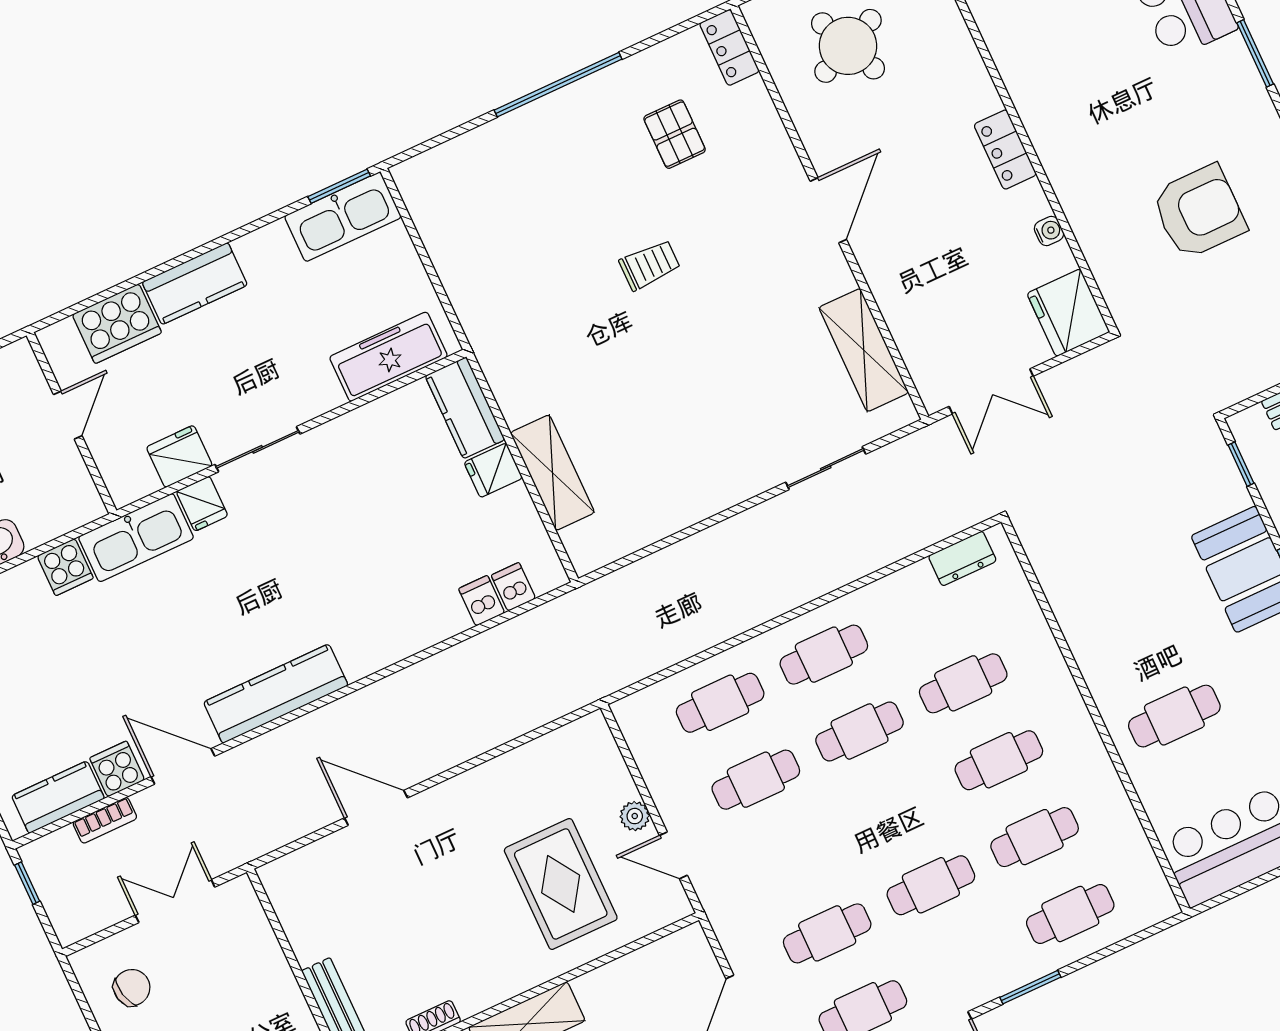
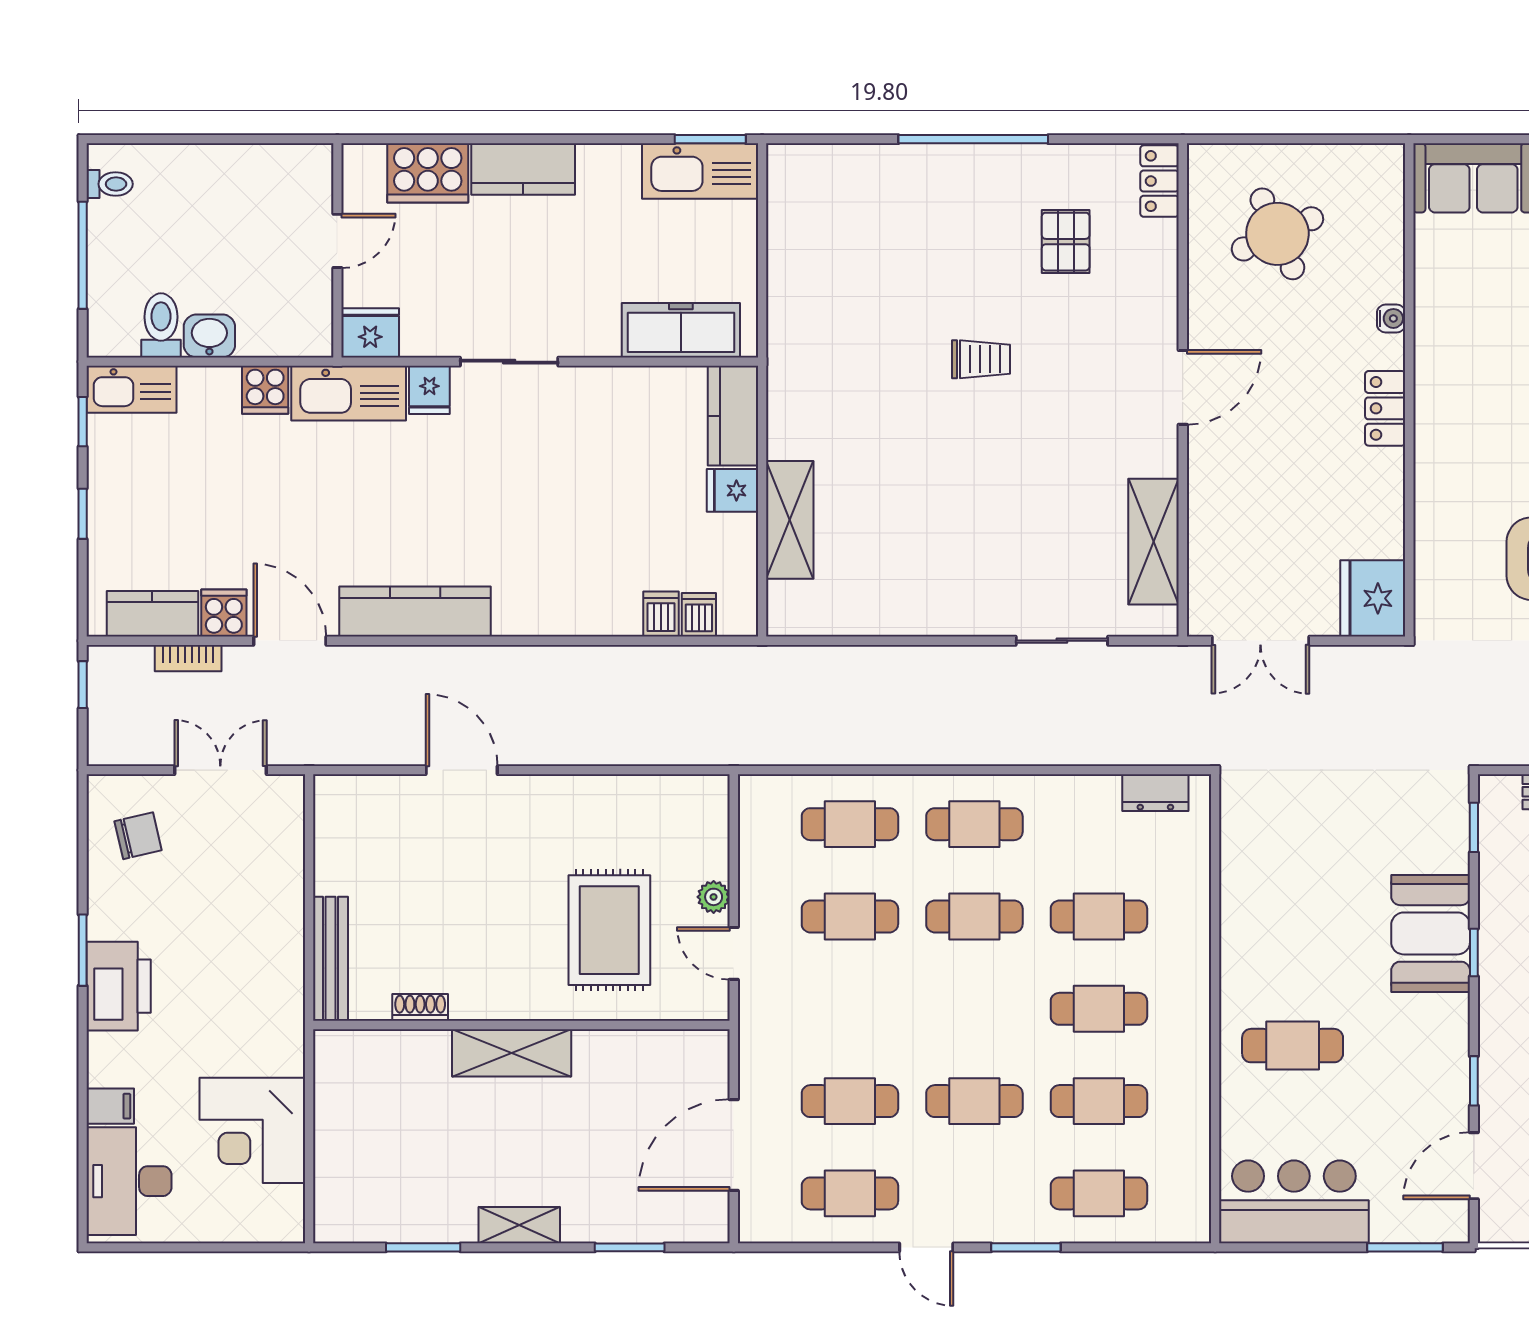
water cooler: (1049, 231) -> (1391, 318), moved
fridge: (179, 456) -> (370, 333), moved

